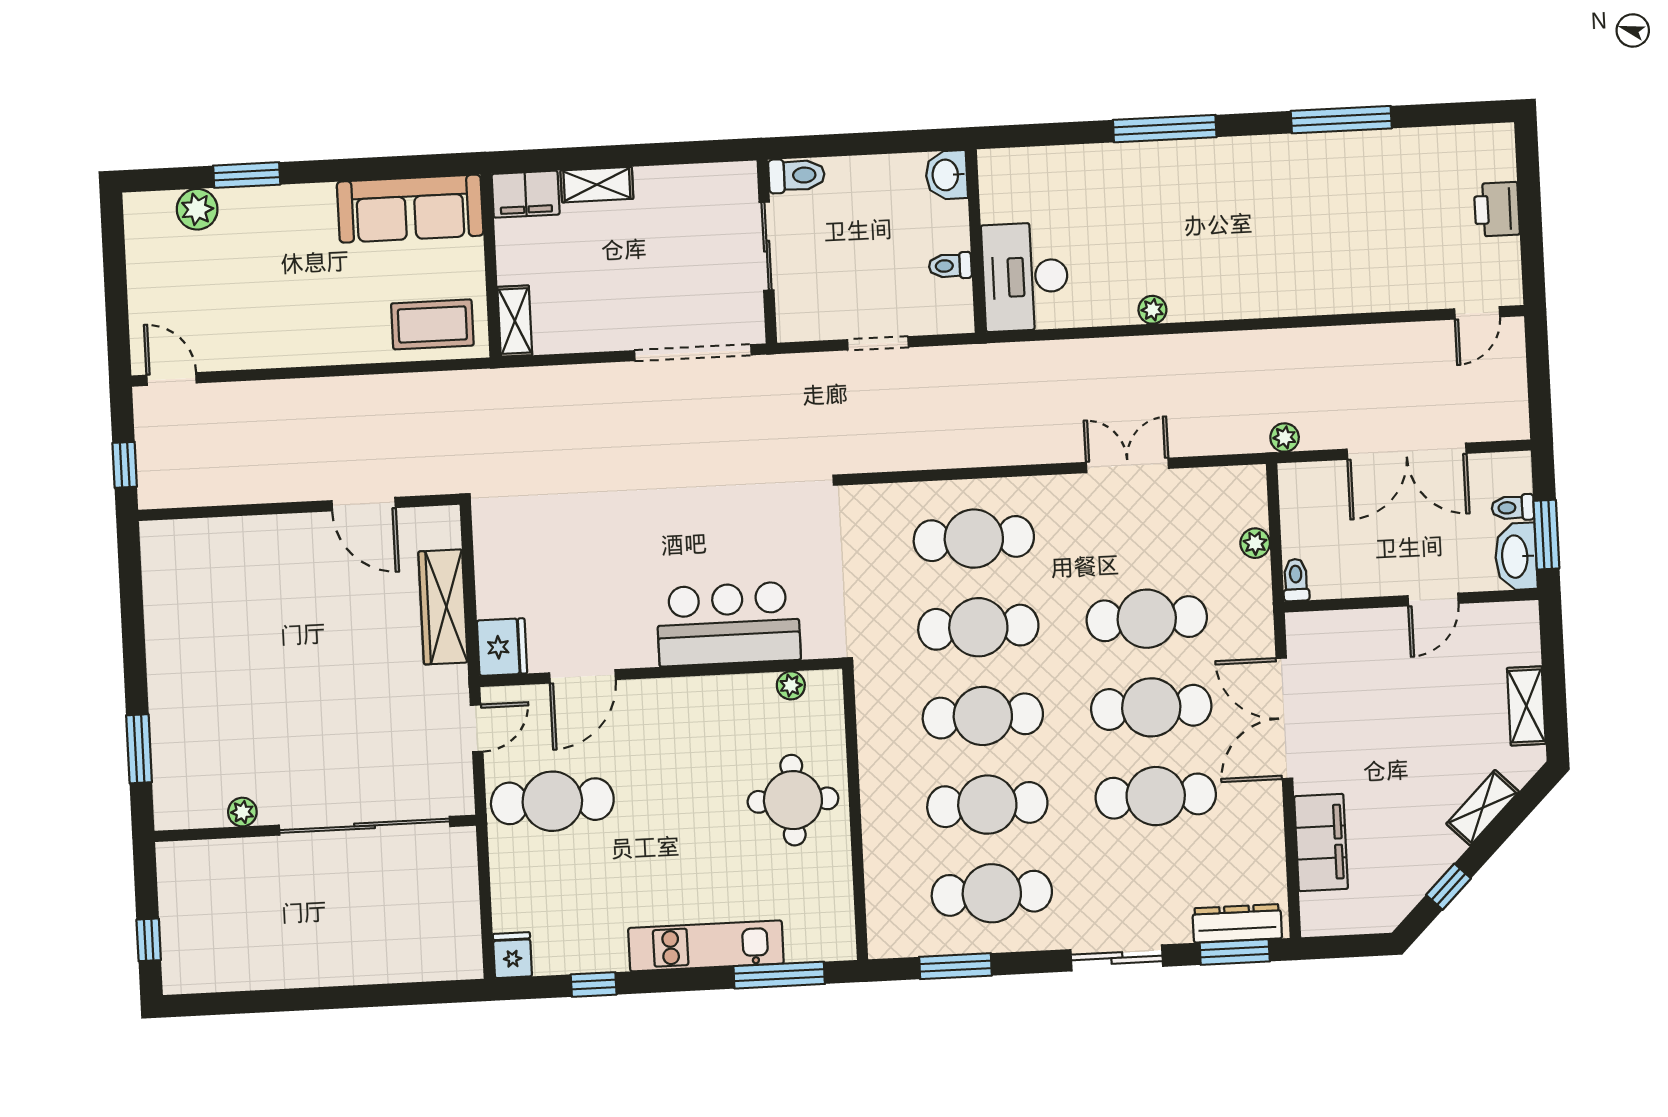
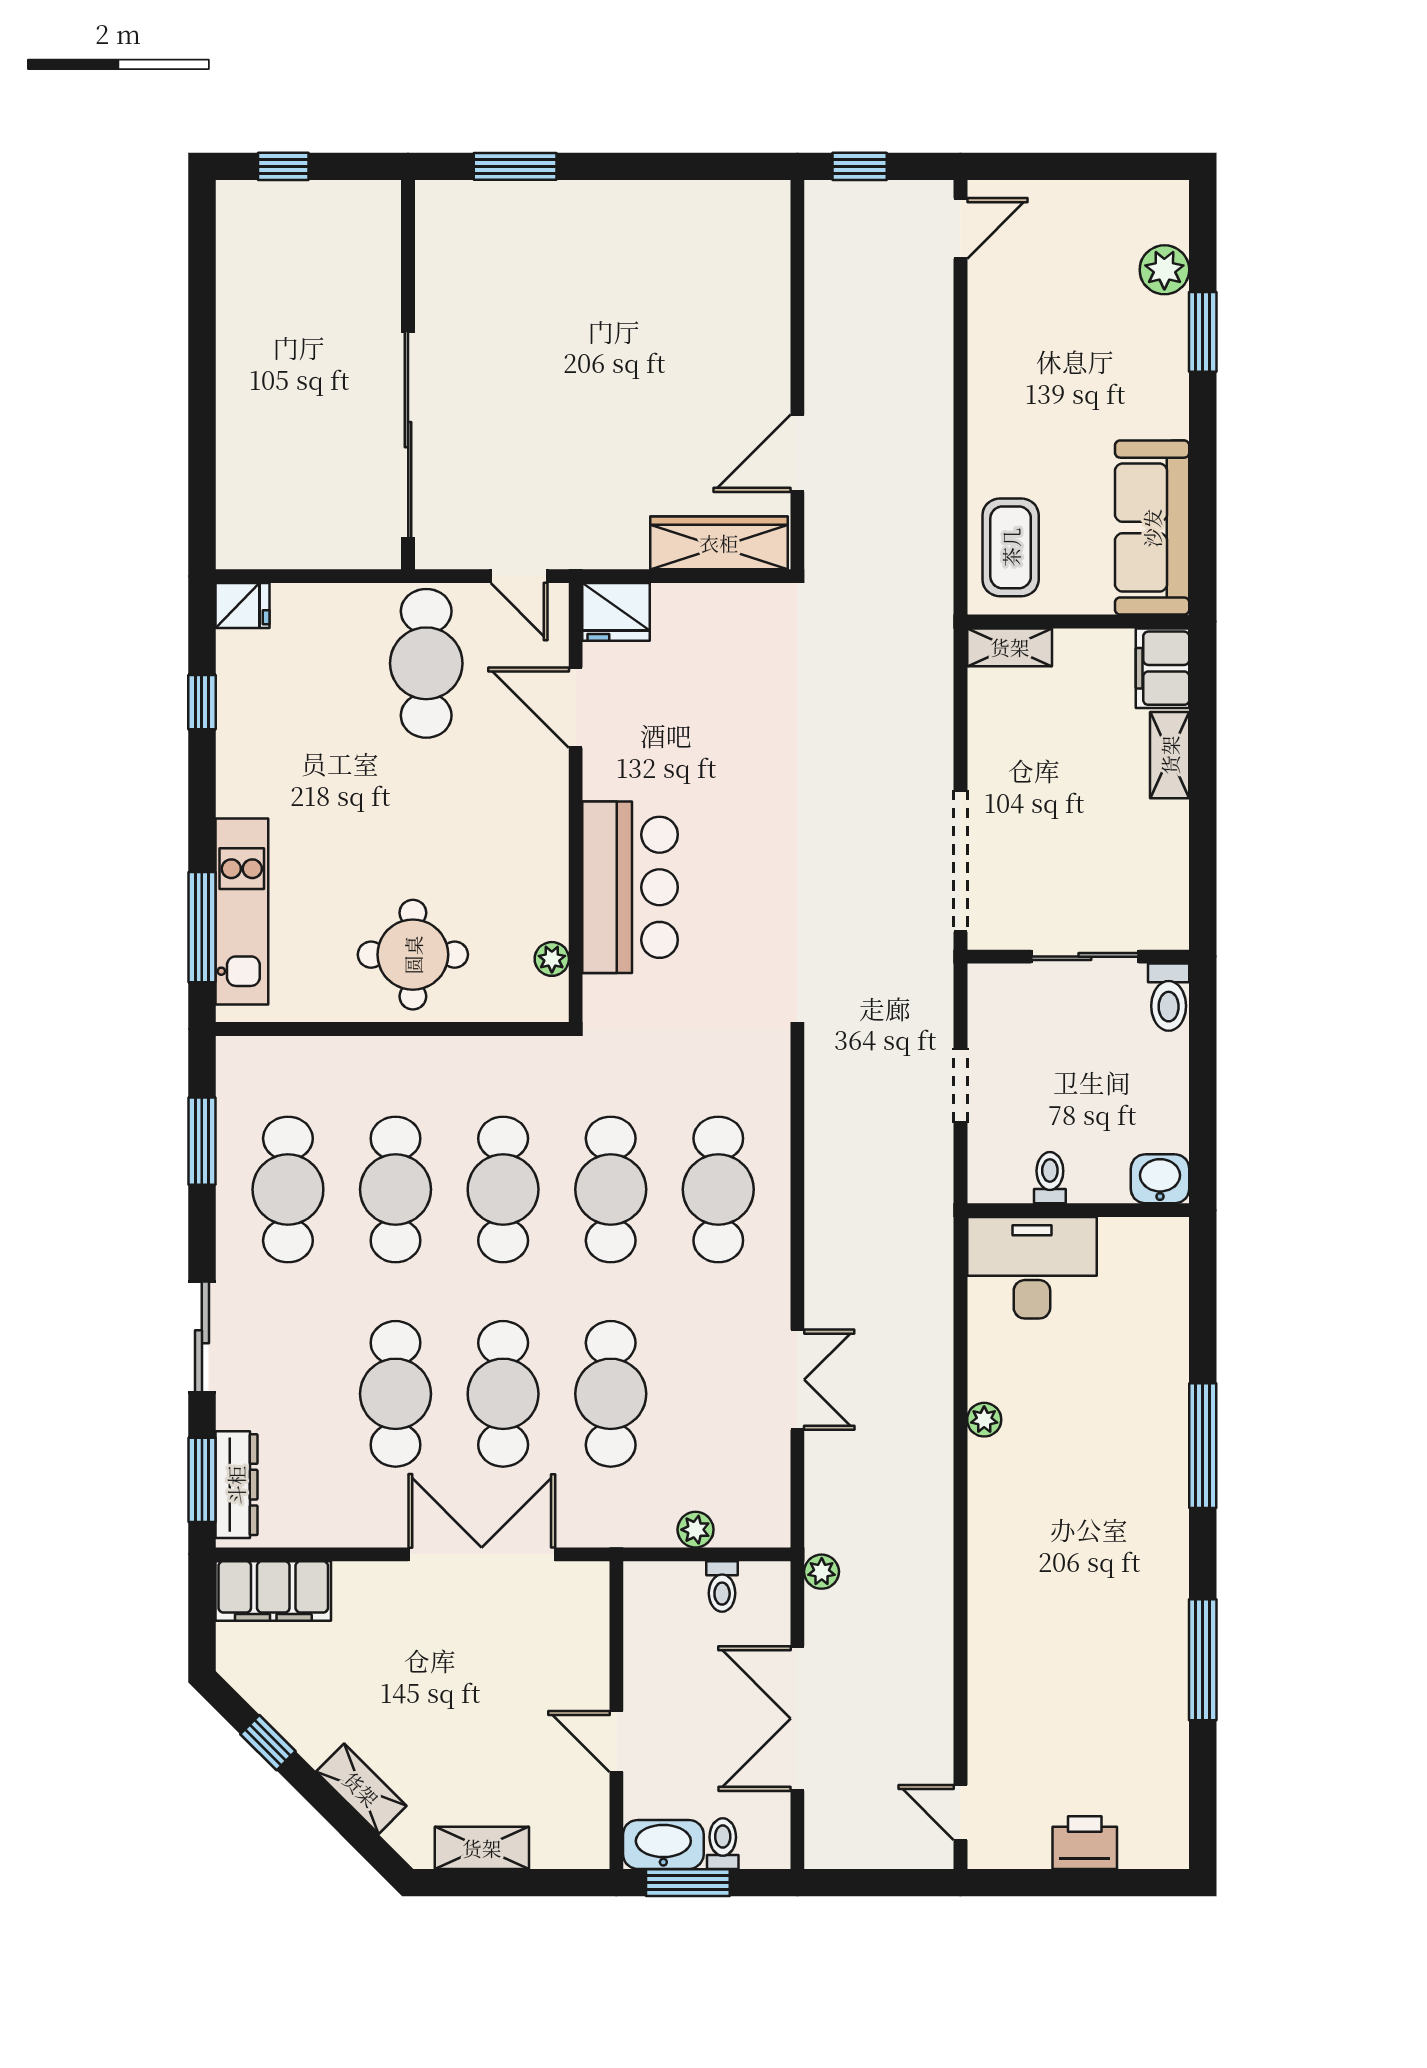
toilet: (1296, 580) -> (722, 1586), moved, turned 90
wardrobe: (443, 607) -> (719, 543), moved
plant: (242, 812) -> (432, 288), removed
filing cabinet: (1321, 842) -> (273, 1591), moved
kitchen unit: (706, 946) -> (242, 912), moved

